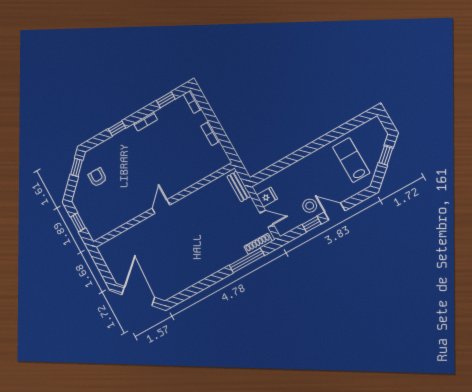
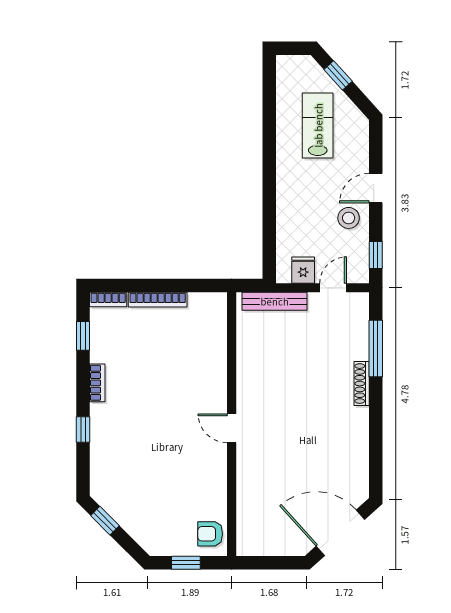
bookcase: (210, 134) -> (158, 300), width x1.56
lab bench: (351, 160) -> (318, 125), turned 90
armchair: (97, 177) -> (210, 534), moved
bench: (239, 186) -> (275, 301), width x1.36
window: (312, 224) -> (376, 255), moved
shoe rack: (258, 244) -> (362, 384), moved

